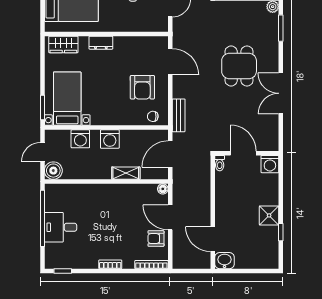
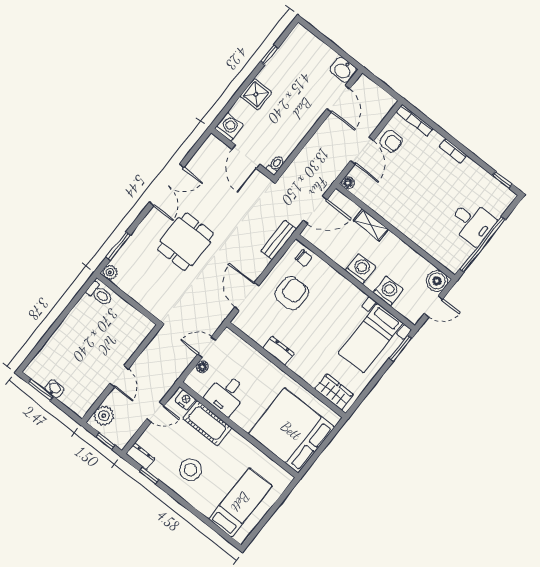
dresser: (101, 43) -> (278, 351), moved
shower: (269, 215) -> (256, 94), moved

